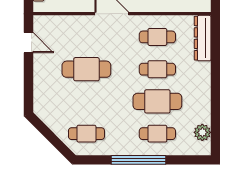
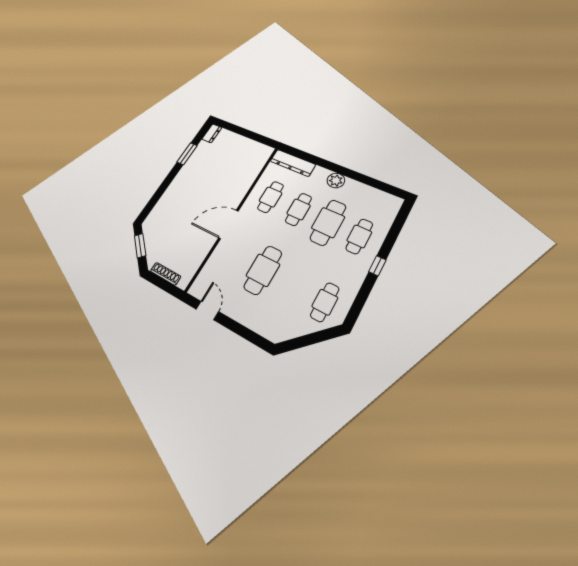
door: (28, 43) -> (207, 310), hinge flipped
plant: (202, 132) -> (336, 181), moved
window: (138, 160) -> (377, 266), width x0.32

